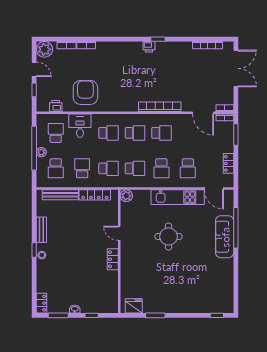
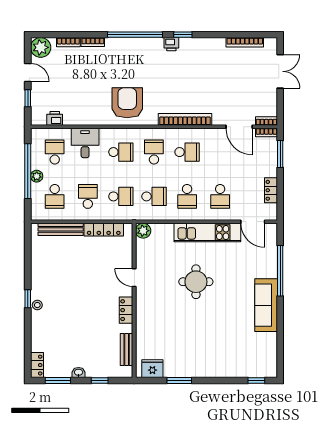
window: (120, 39) -> (135, 35), added
double door: (236, 68) -> (280, 71), width x0.73
armchair: (85, 92) -> (127, 103), moved
school desk: (135, 133) -> (154, 152), turned -90
bench: (41, 230) -> (127, 349), moved
sofa: (225, 237) -> (266, 305), moved

